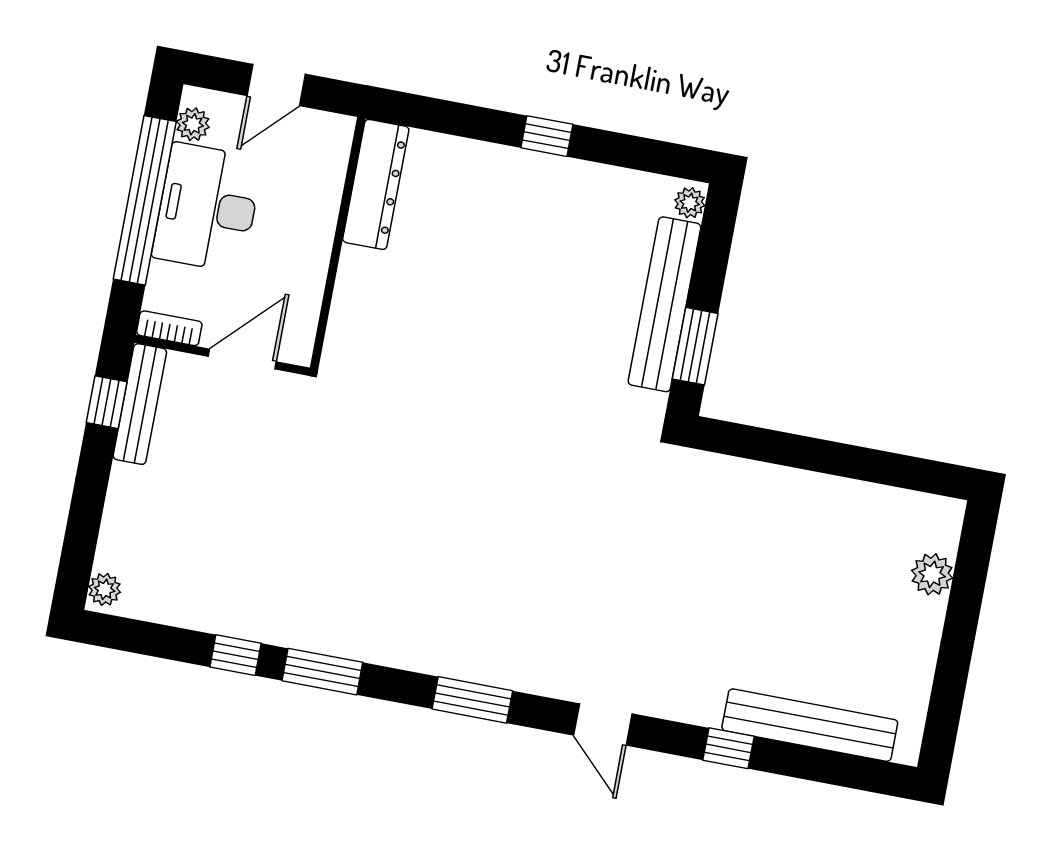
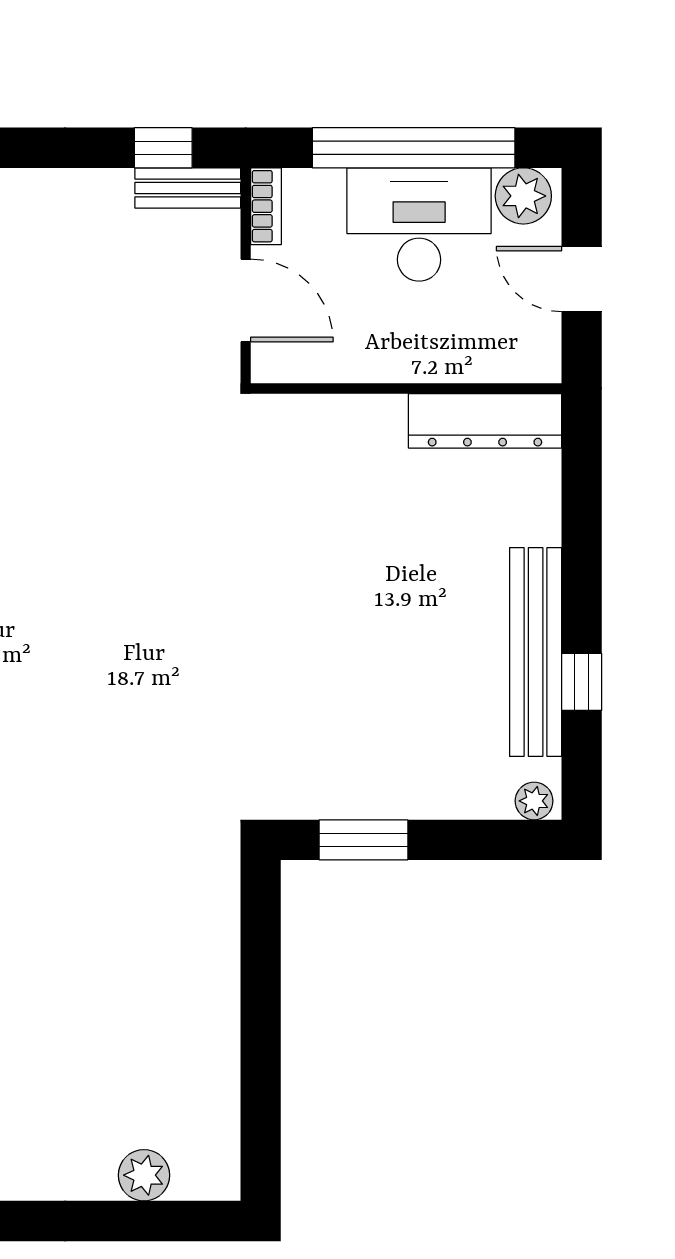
plant: (193, 124) -> (523, 196), width x1.38, depth x1.38
window: (547, 136) -> (582, 682), moved
bench: (665, 304) -> (536, 652), moved, turned 90
bench: (140, 404) -> (188, 188), width x0.73

